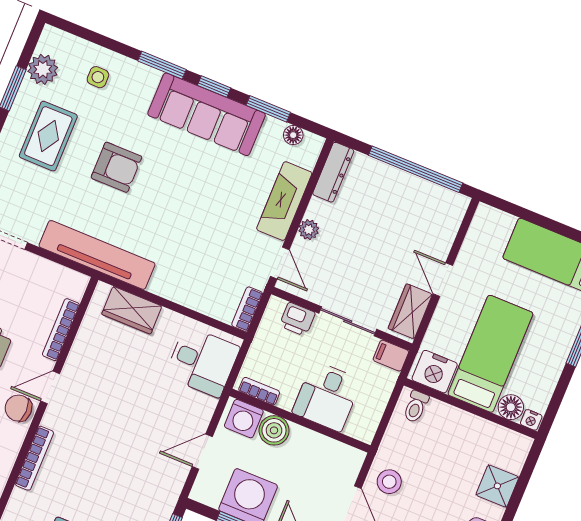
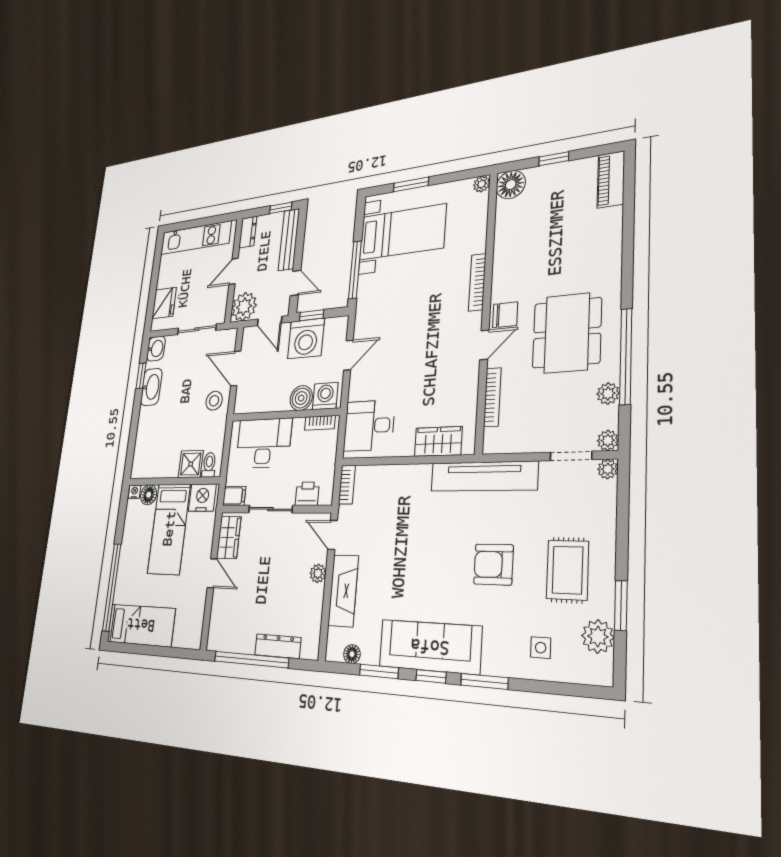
dresser: (333, 172) -> (278, 646), moved, turned 90
desk: (327, 396) -> (264, 443), width x1.37
shower: (497, 486) -> (191, 464), moved

